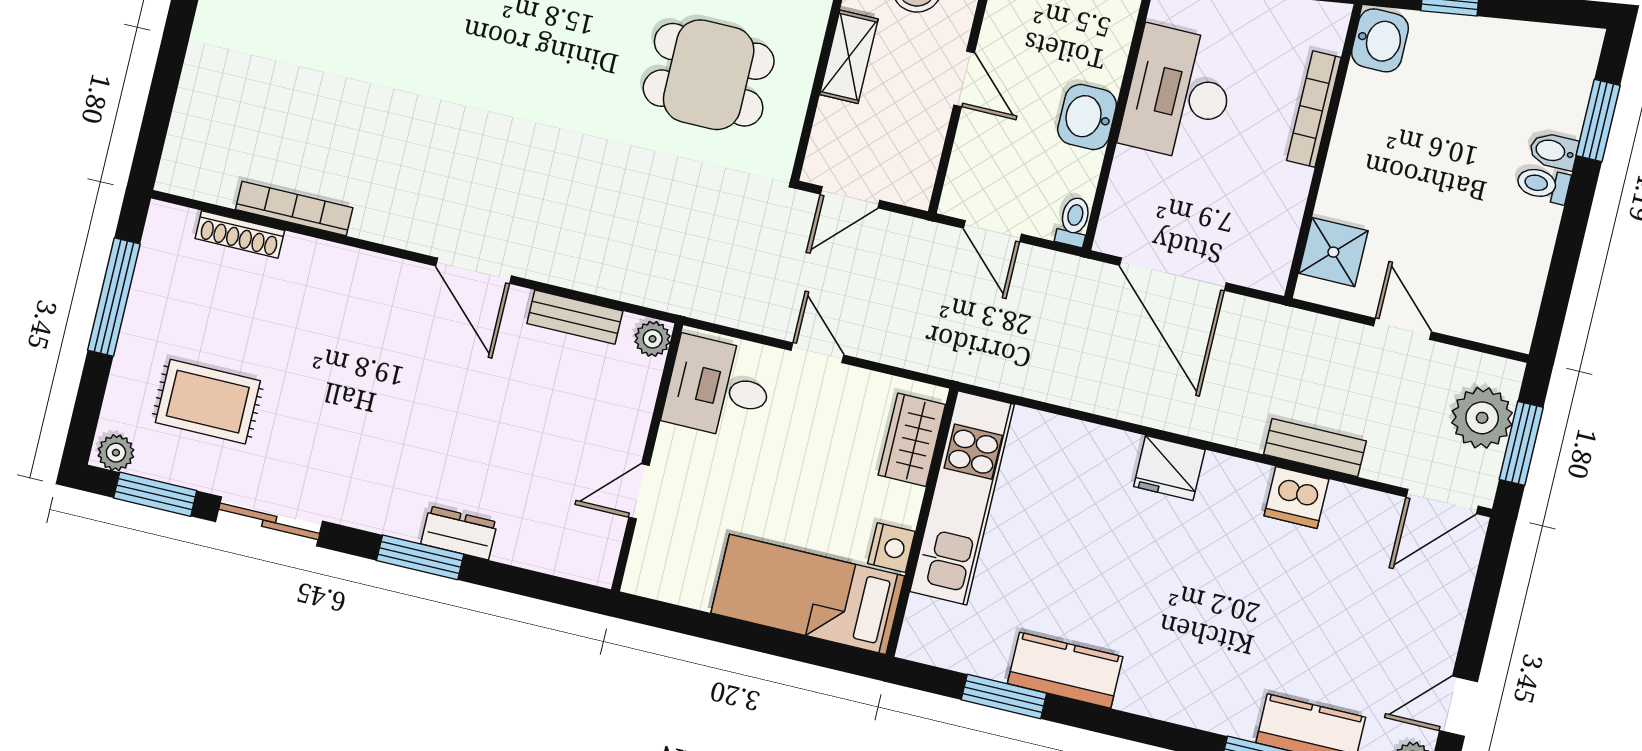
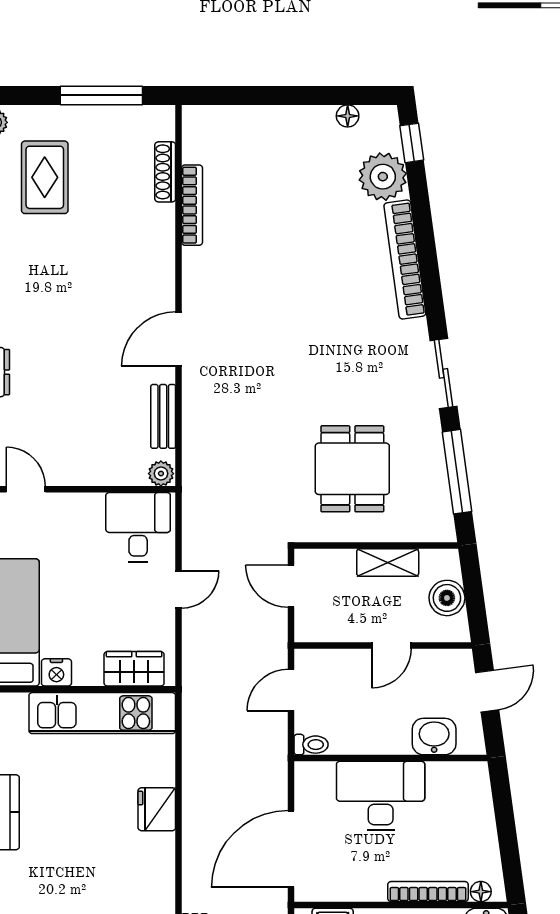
floor lamp: (1331, 37) -> (481, 892), added
desk: (1179, 94) -> (381, 796), moved
washbasin: (1087, 117) -> (434, 737), moved
door: (1173, 274) -> (291, 849), moved
fridge: (1169, 468) -> (157, 809), moved
door: (639, 491) -> (26, 489), moved

